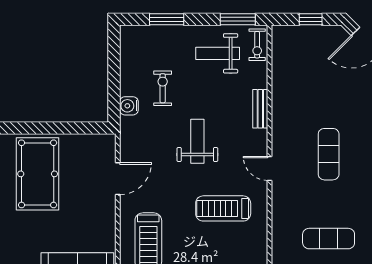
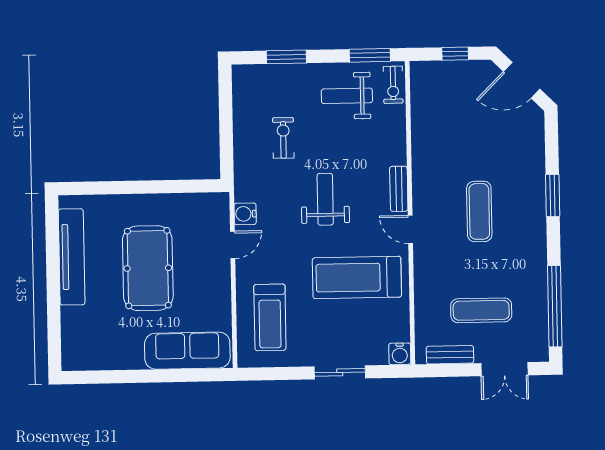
water cooler: (129, 106) -> (245, 214), moved
bench: (260, 109) -> (399, 189), moved
pool table: (38, 174) -> (148, 268), moved
door: (118, 179) -> (233, 245), width x0.73
treadmill: (223, 208) -> (357, 277), width x1.37, depth x1.38

